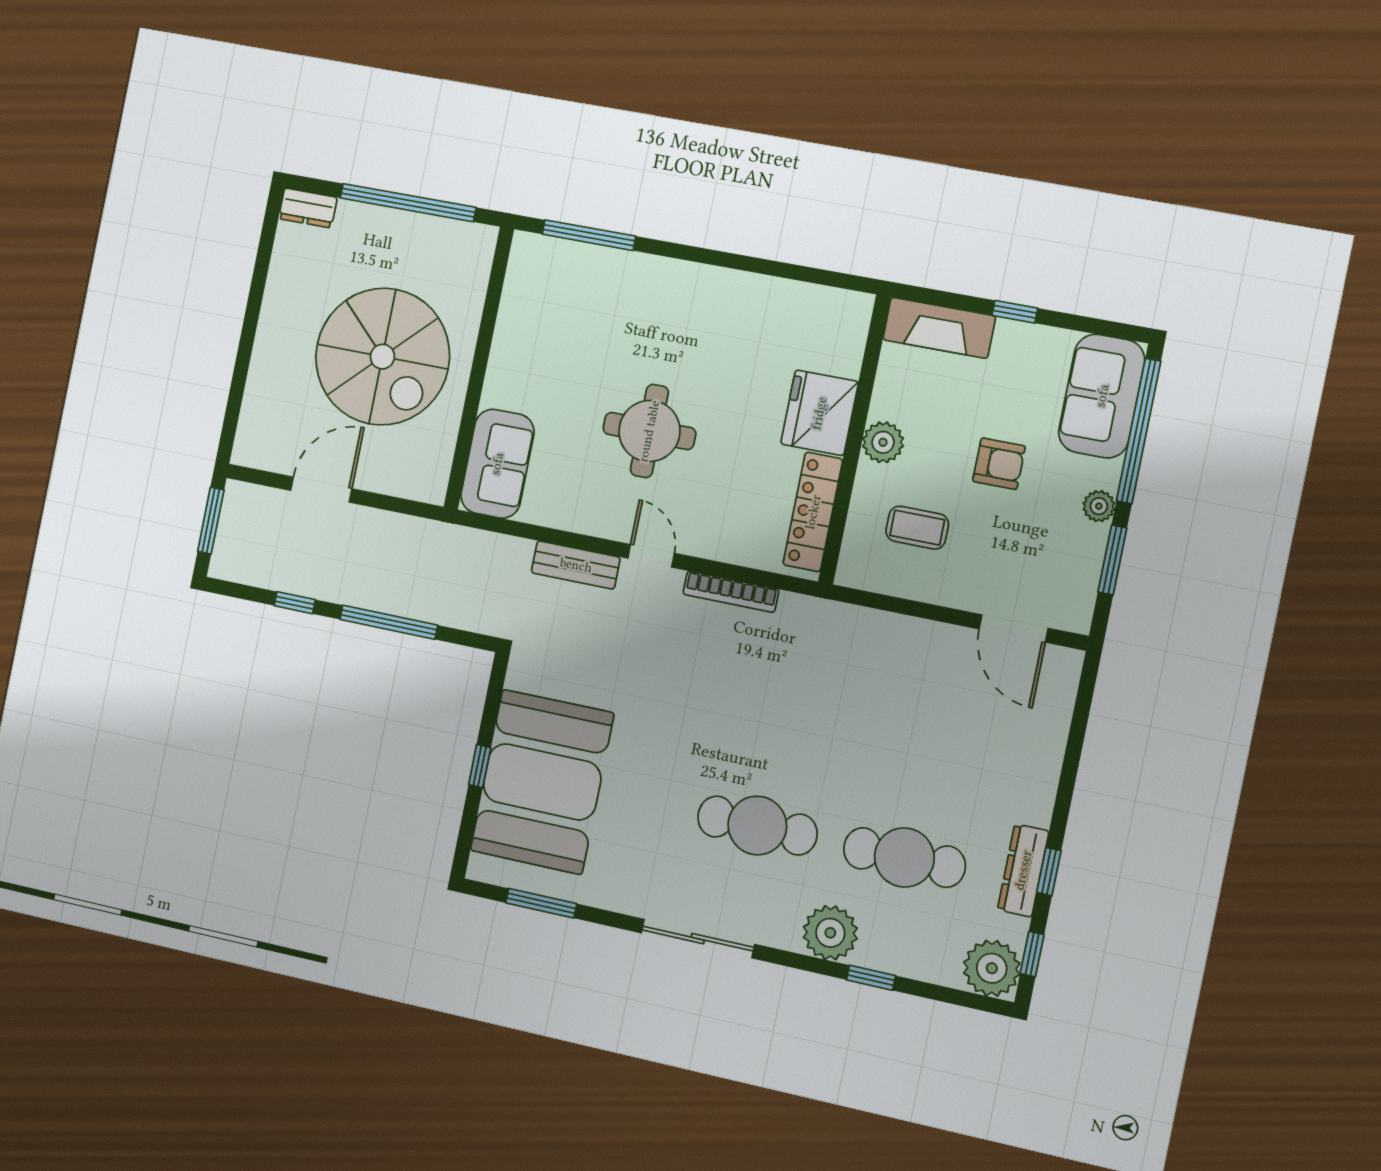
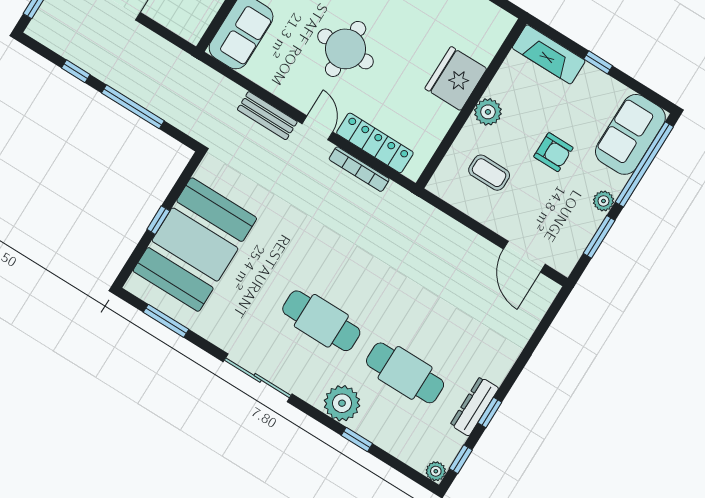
locker: (813, 512) -> (375, 143), moved, turned 90
plant: (992, 968) -> (436, 471), width x0.53, depth x0.53

